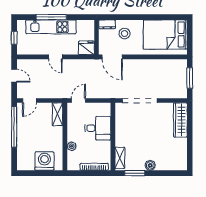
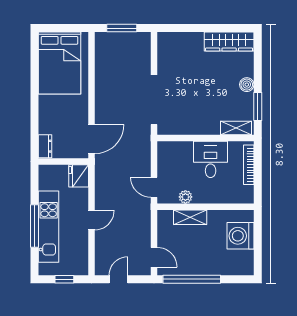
stool: (125, 34) -> (58, 121), removed
shelving: (57, 114) -> (190, 217), moved
wardrobe: (180, 120) -> (229, 41), moved
desk: (98, 128) -> (211, 159), moved
plant: (72, 146) -> (185, 197), moved

